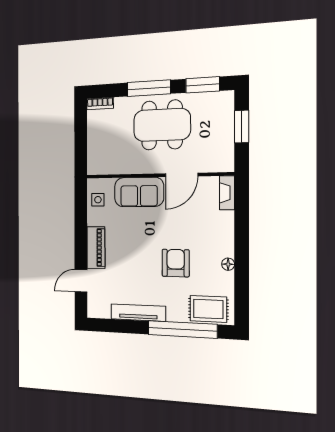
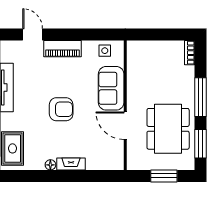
dining table: (162, 125) -> (168, 129), moved
fireplace: (227, 193) -> (71, 164), moved
armchair: (176, 263) -> (61, 109), moved

